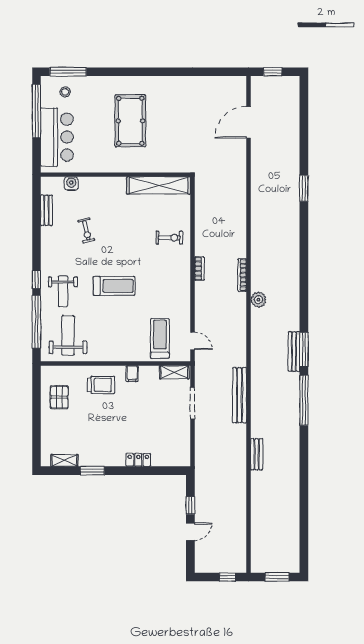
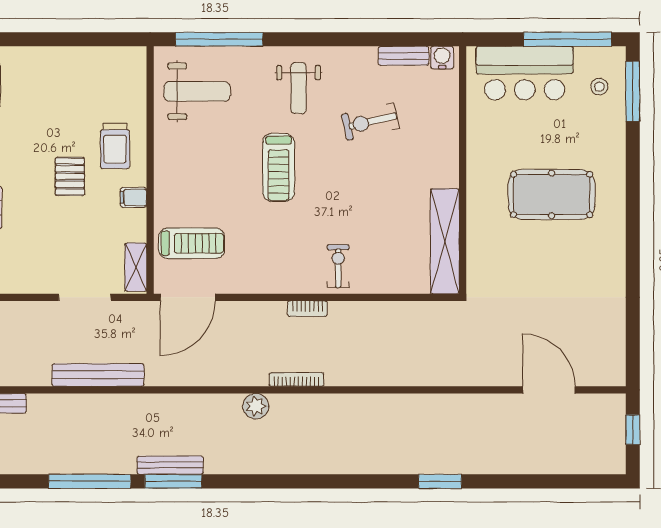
water cooler: (71, 184) -> (442, 58), moved, turned -90
exercise bike: (86, 230) -> (370, 122), width x1.38, depth x1.39
exercise bike: (169, 238) -> (338, 266), moved, turned 180
window: (36, 280) -> (289, 39), removed
weight bench: (63, 291) -> (298, 88), moved, turned -90
door: (193, 341) -> (188, 297), width x1.88
pallet: (59, 397) -> (70, 176), moved, turned 90

